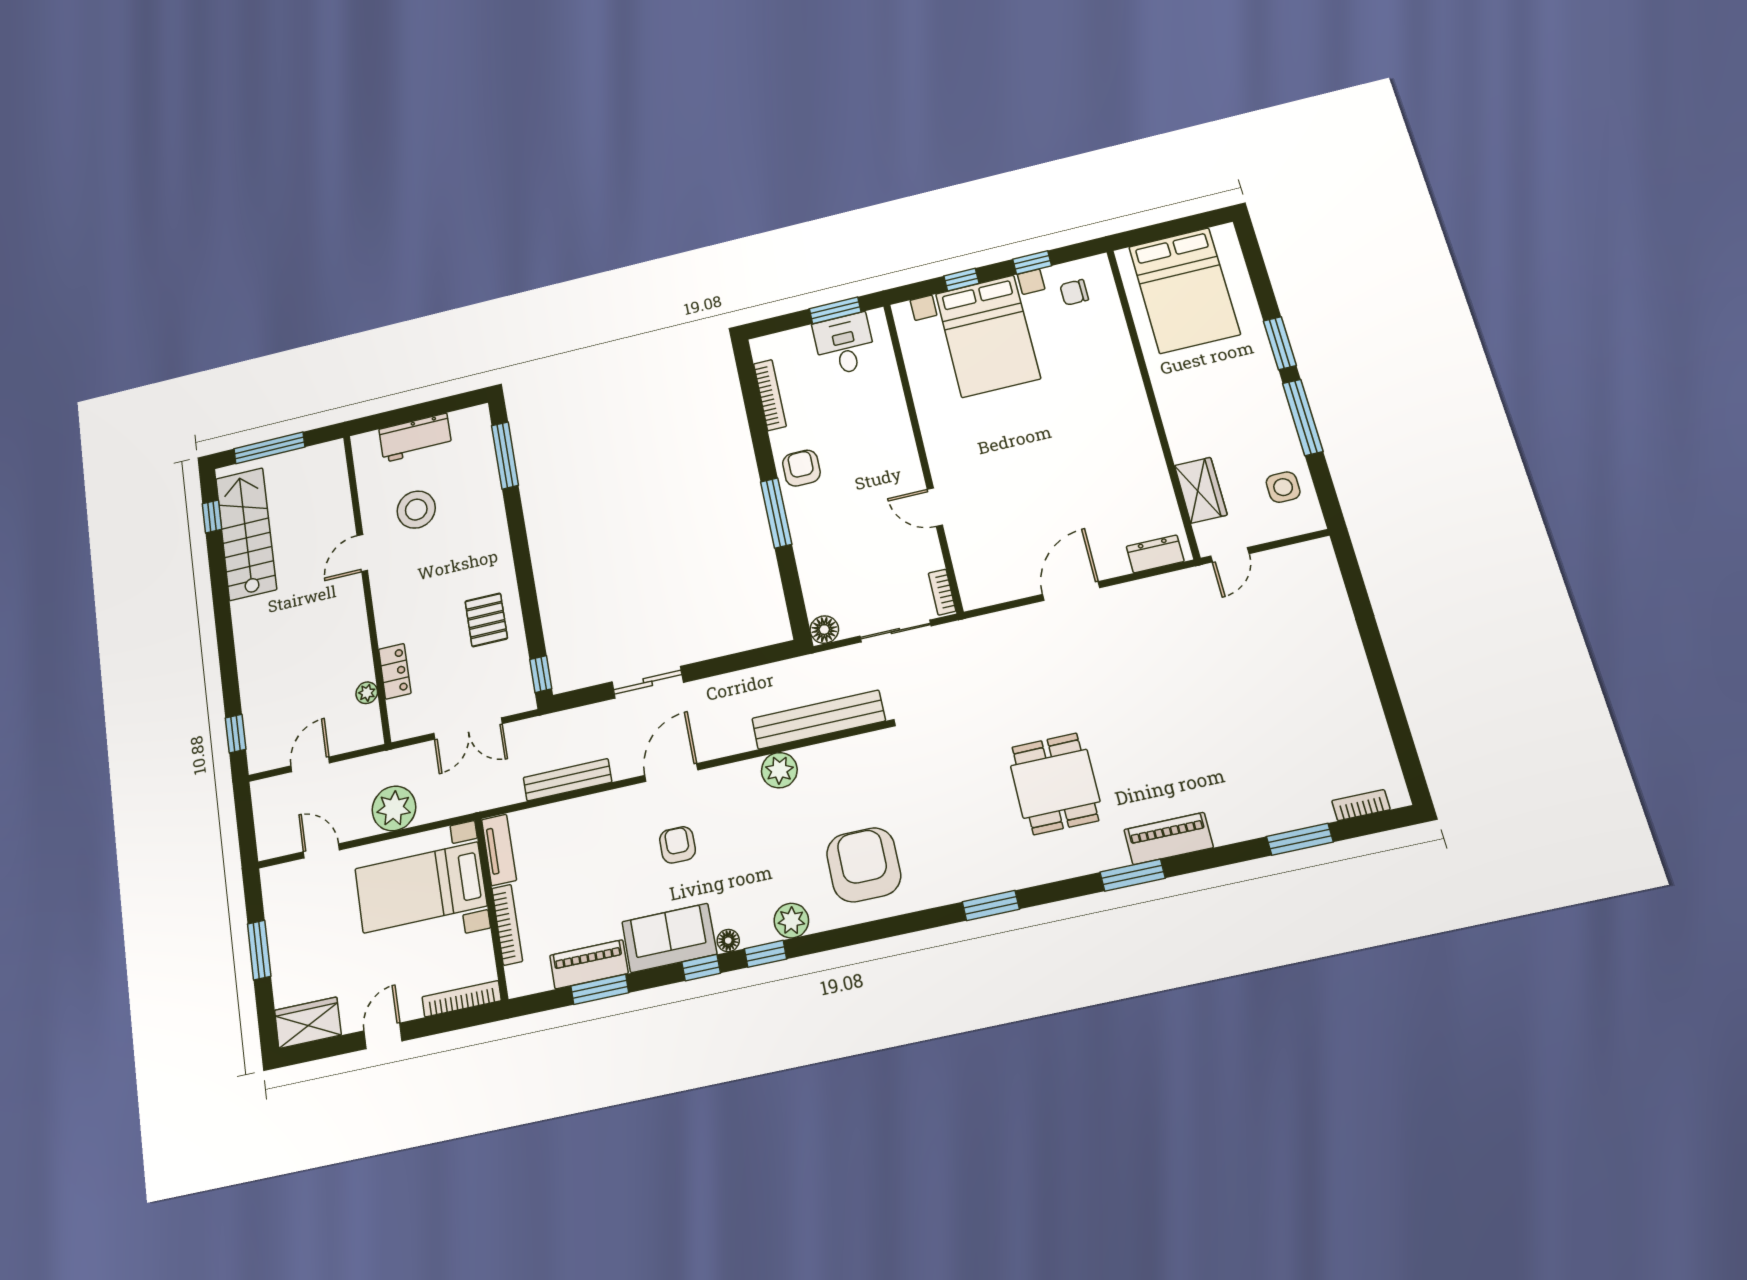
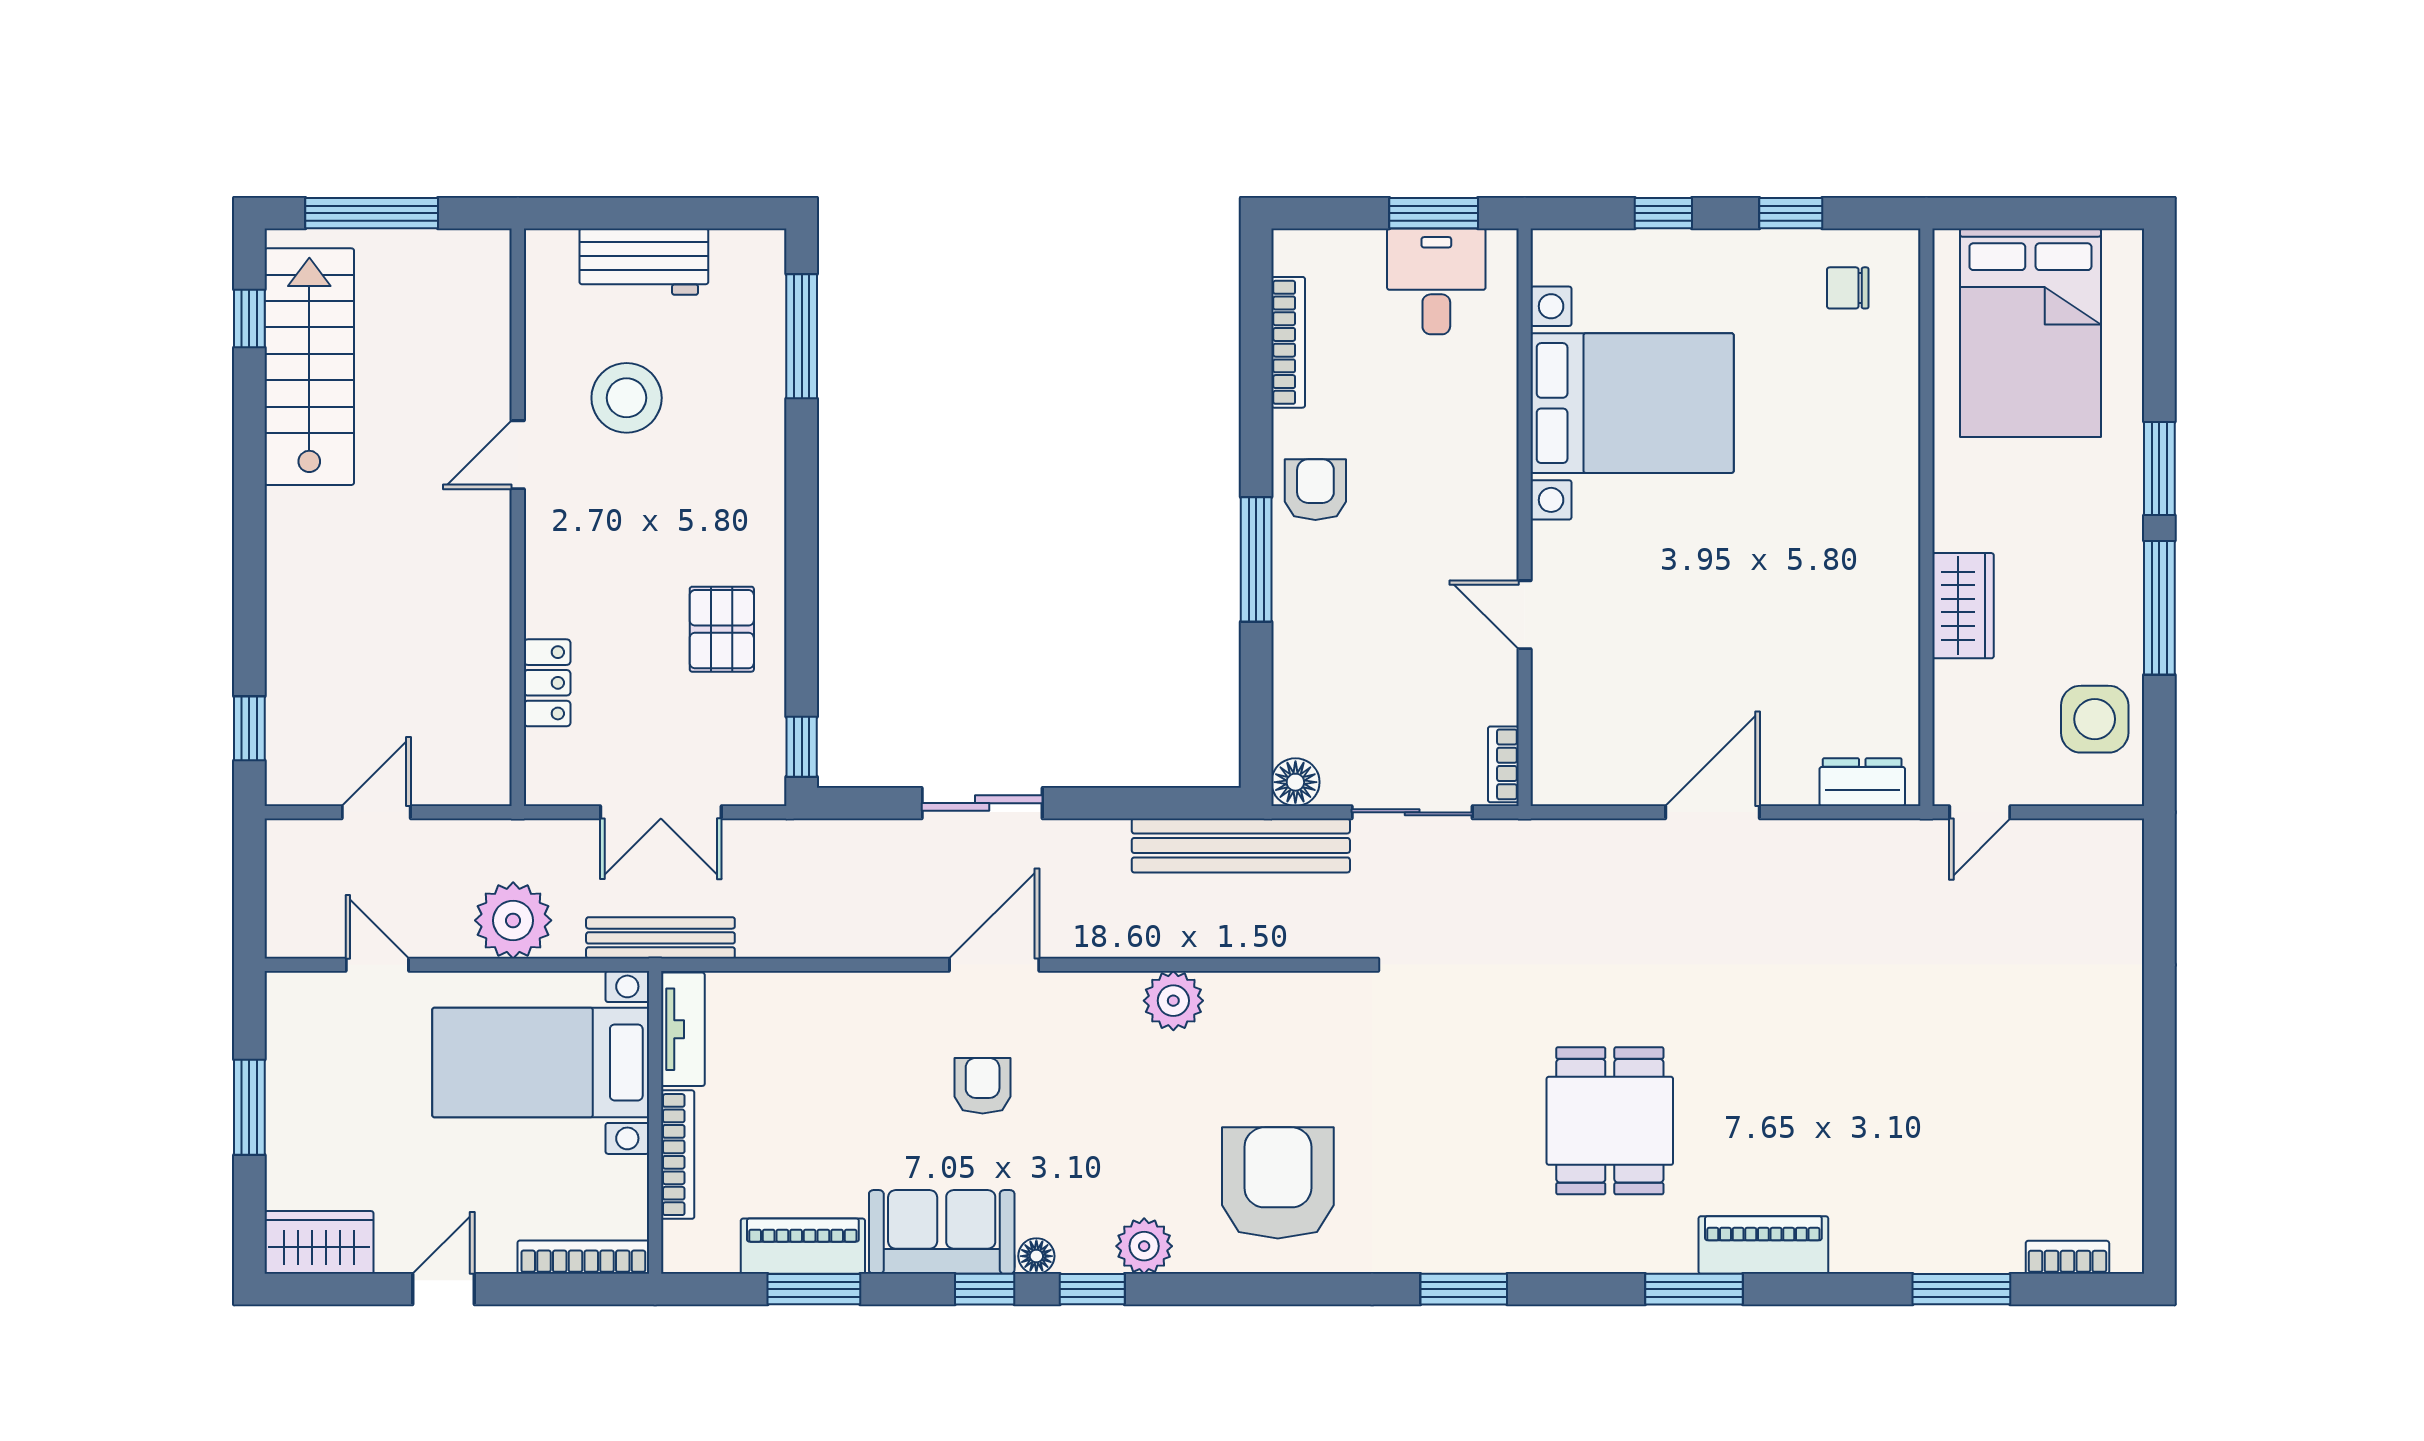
bed with nightstands: (988, 336) -> (1632, 403), moved, turned -90
side table: (1283, 487) -> (2095, 719), width x1.37, depth x1.37
wardrobe: (1201, 490) -> (1963, 606), moved
plant: (367, 693) -> (492, 709), removed
bench: (818, 720) -> (1241, 845), moved
bench: (567, 780) -> (660, 938), moved

